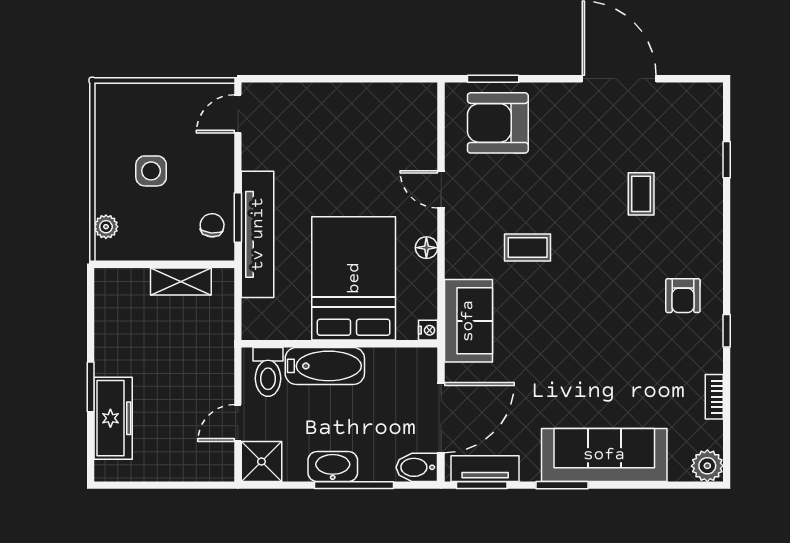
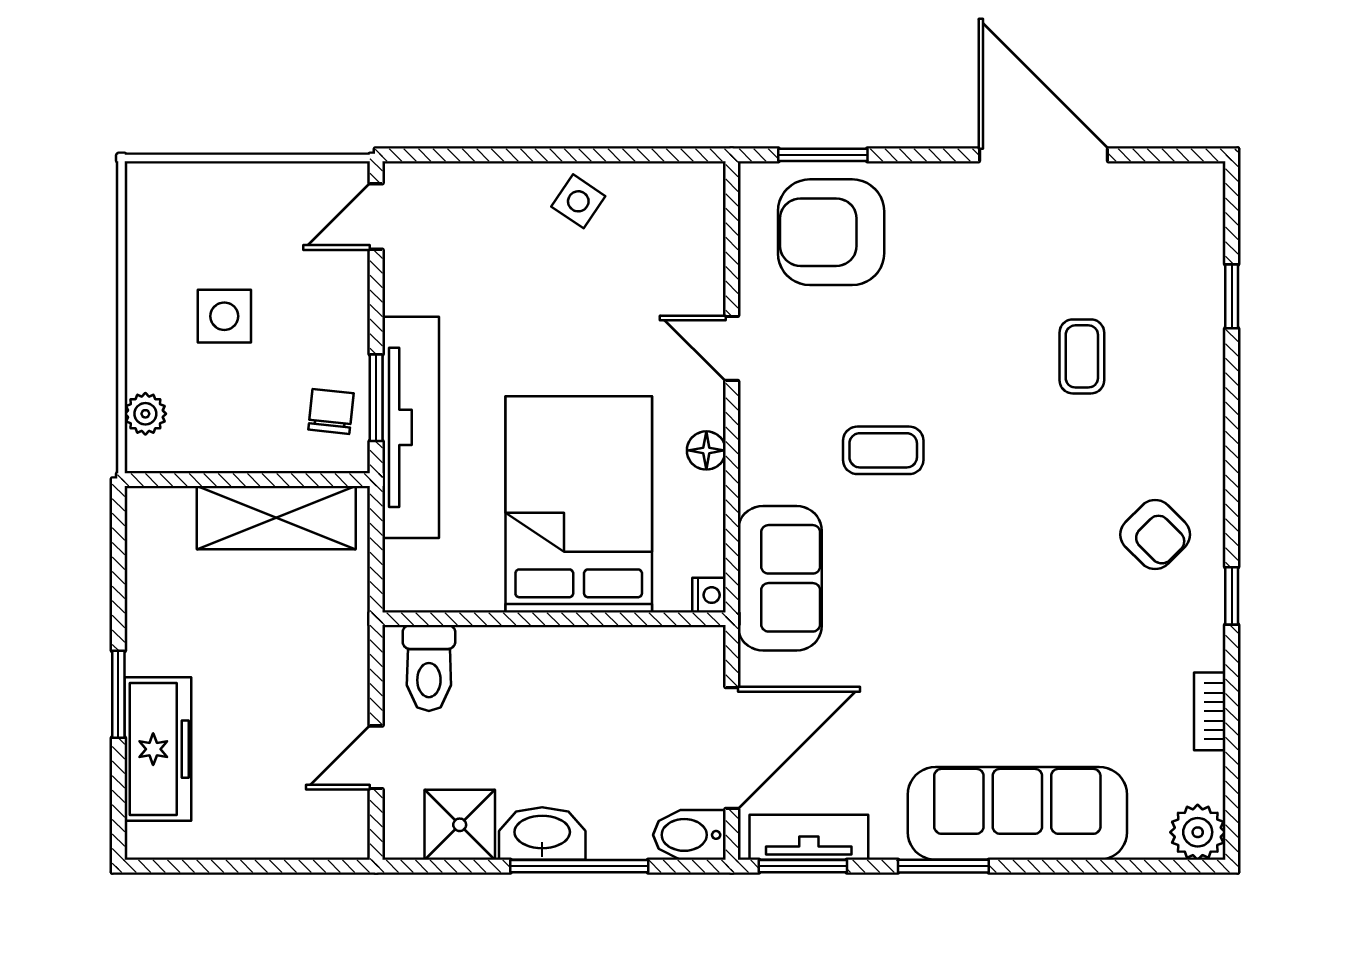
side table: (353, 105) -> (578, 201), added
shelving: (181, 281) -> (276, 518), width x1.50, depth x1.33
armchair: (683, 296) -> (1155, 535), turned -45
bathtub: (325, 366) -> (528, 658), removed
shower: (261, 461) -> (460, 825), moved

